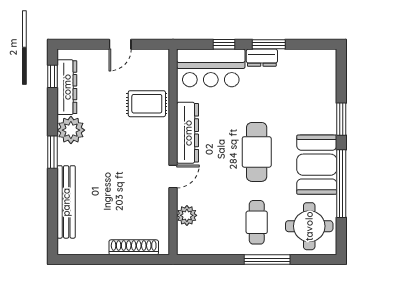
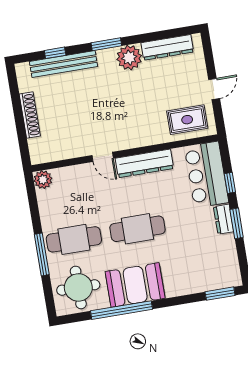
door: (120, 44) -> (214, 89), swing flipped
window: (52, 76) -> (55, 53), moved
rug: (147, 104) -> (187, 120), moved, turned 90
window: (341, 119) -> (220, 294), moved
plant: (187, 215) -> (43, 180), moved
cafe table: (257, 222) -> (74, 239), width x1.37, depth x1.35
shoe rack: (134, 247) -> (30, 115), moved

